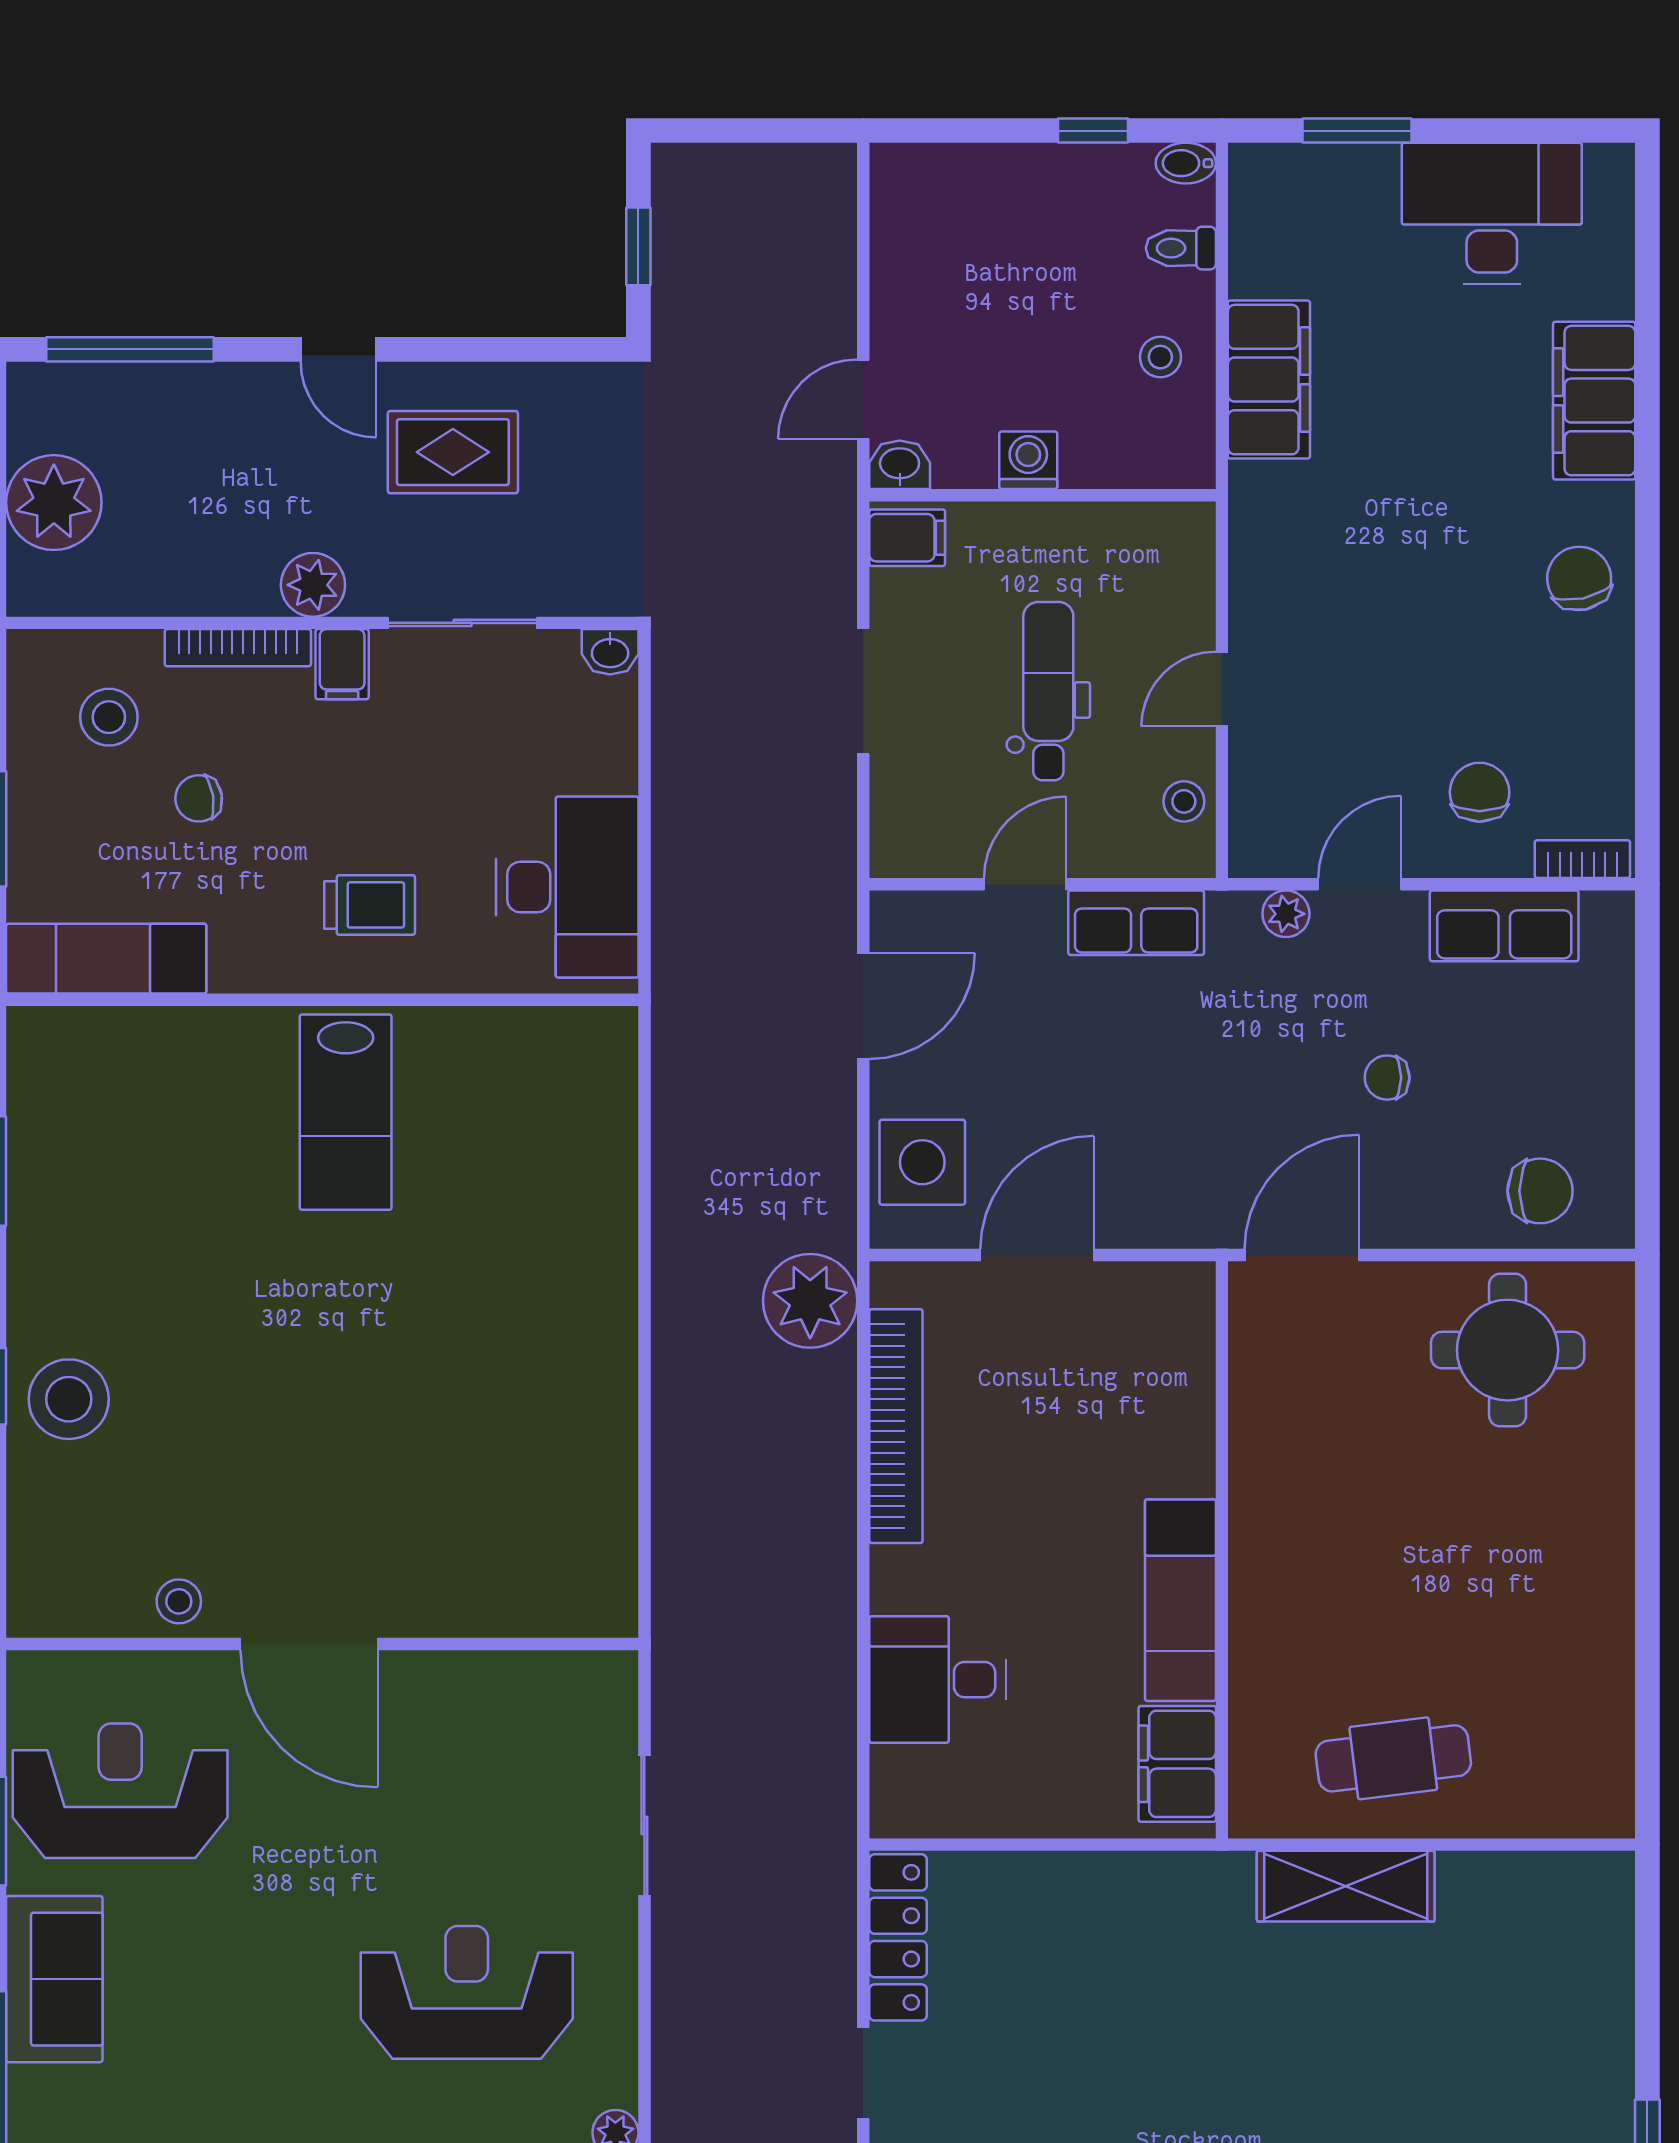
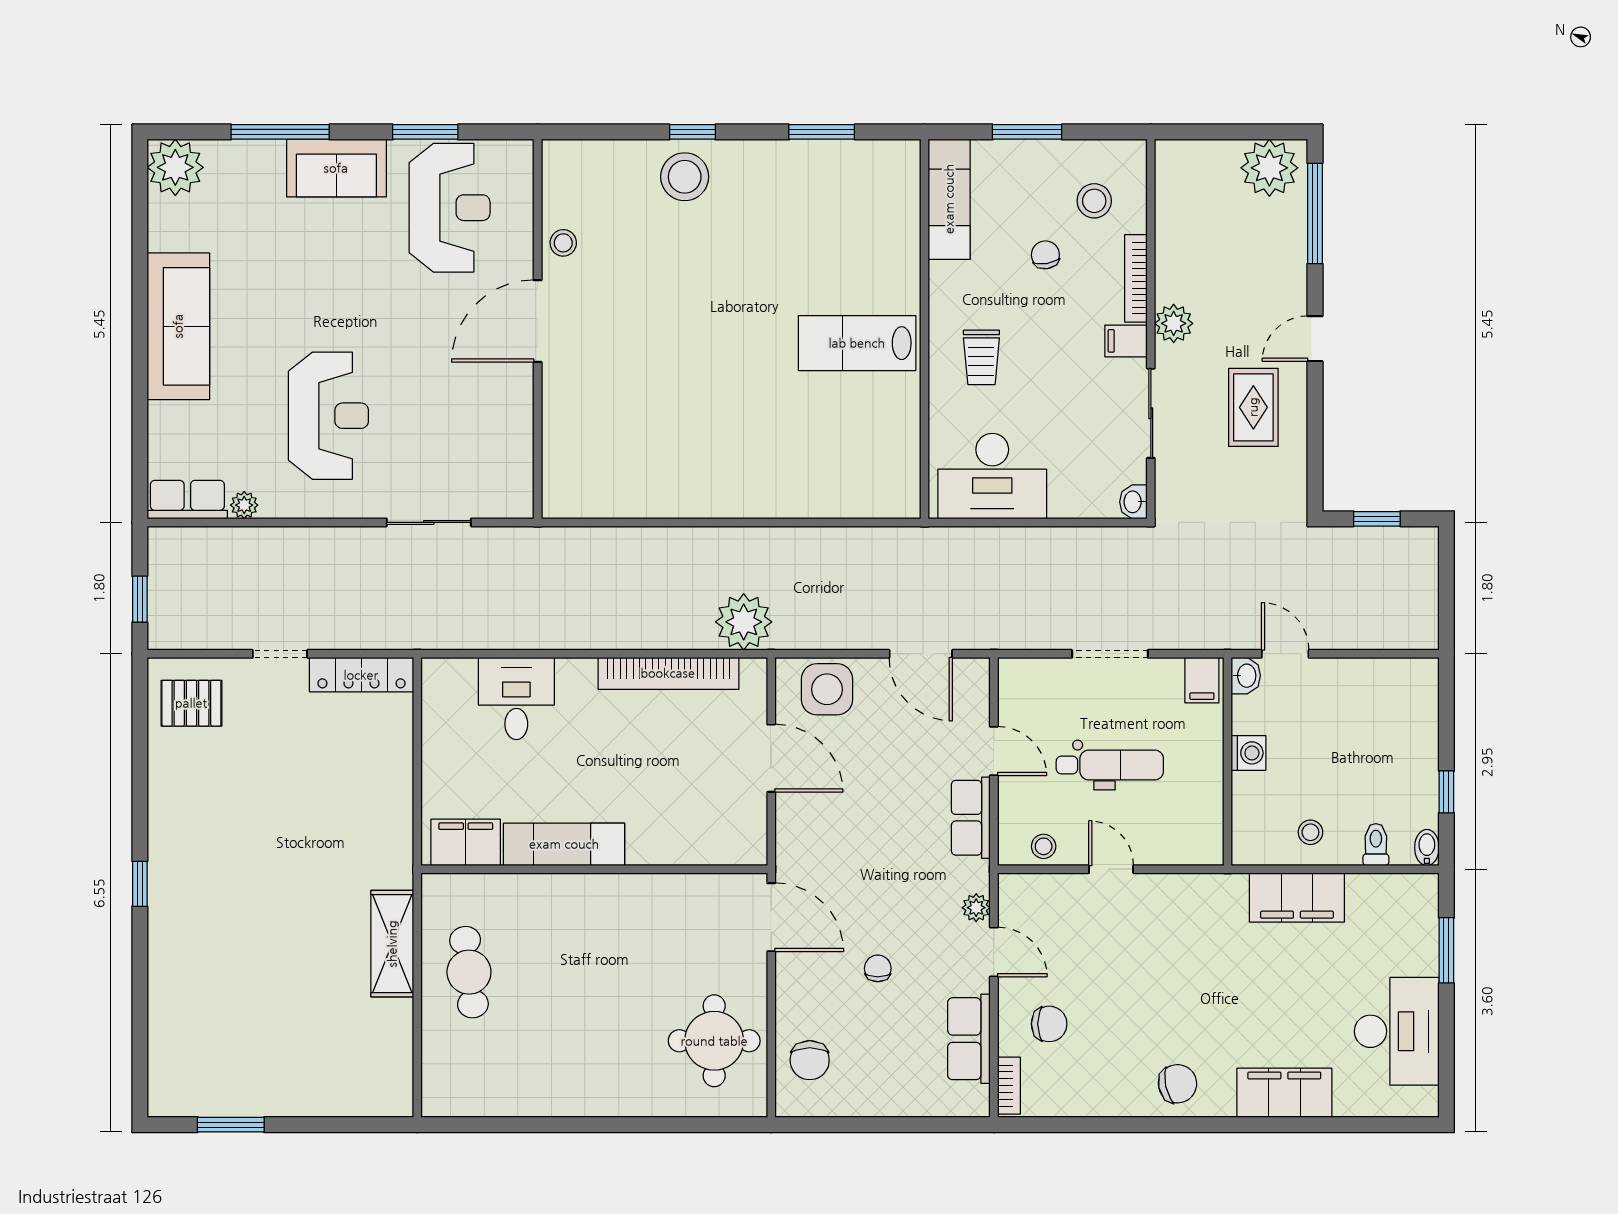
plant: (54, 503) -> (1269, 168), moved

